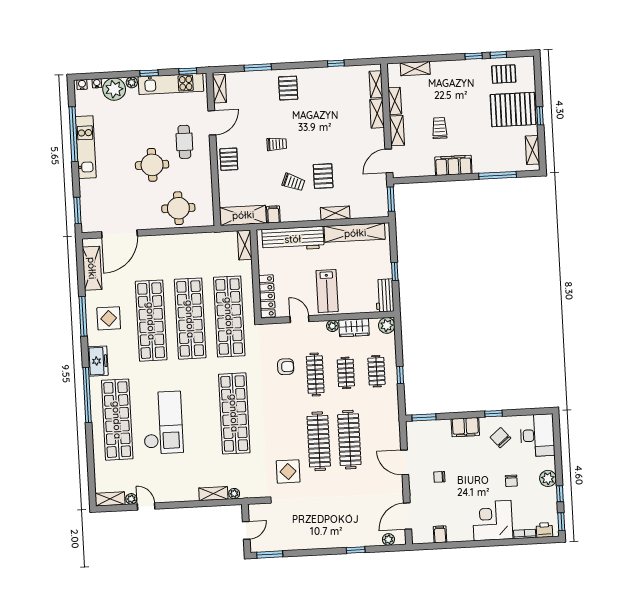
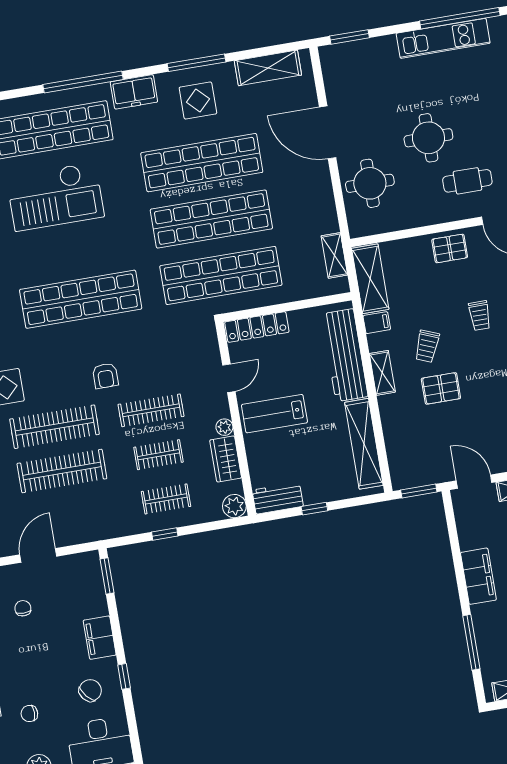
shelving: (335, 213) -> (382, 373), moved
door: (119, 234) -> (328, 132), moved
shelving: (245, 245) -> (334, 255), moved, turned 90
armchair: (286, 367) -> (105, 376), moved

